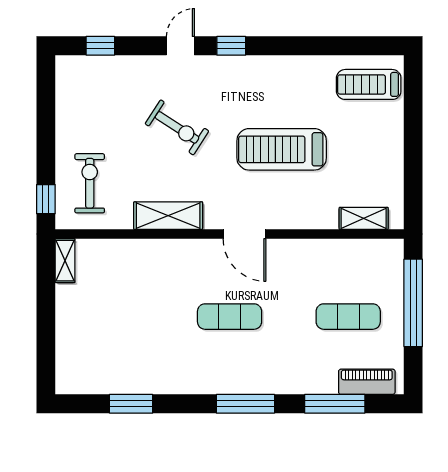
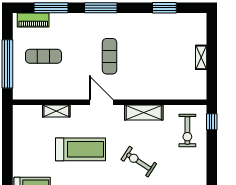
shelving: (364, 218) -> (56, 111), moved
shelving: (65, 261) -> (201, 57), moved
exercise mat: (230, 317) -> (110, 56), turned 90

